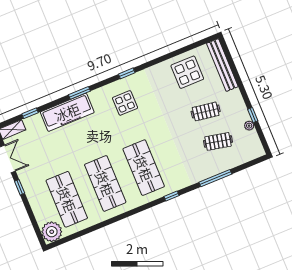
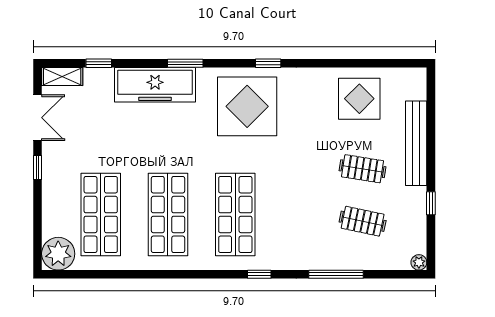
bench: (222, 65) -> (416, 143), moved
display table: (125, 103) -> (247, 106), width x1.86, depth x1.86
plant: (249, 126) -> (419, 262), moved

